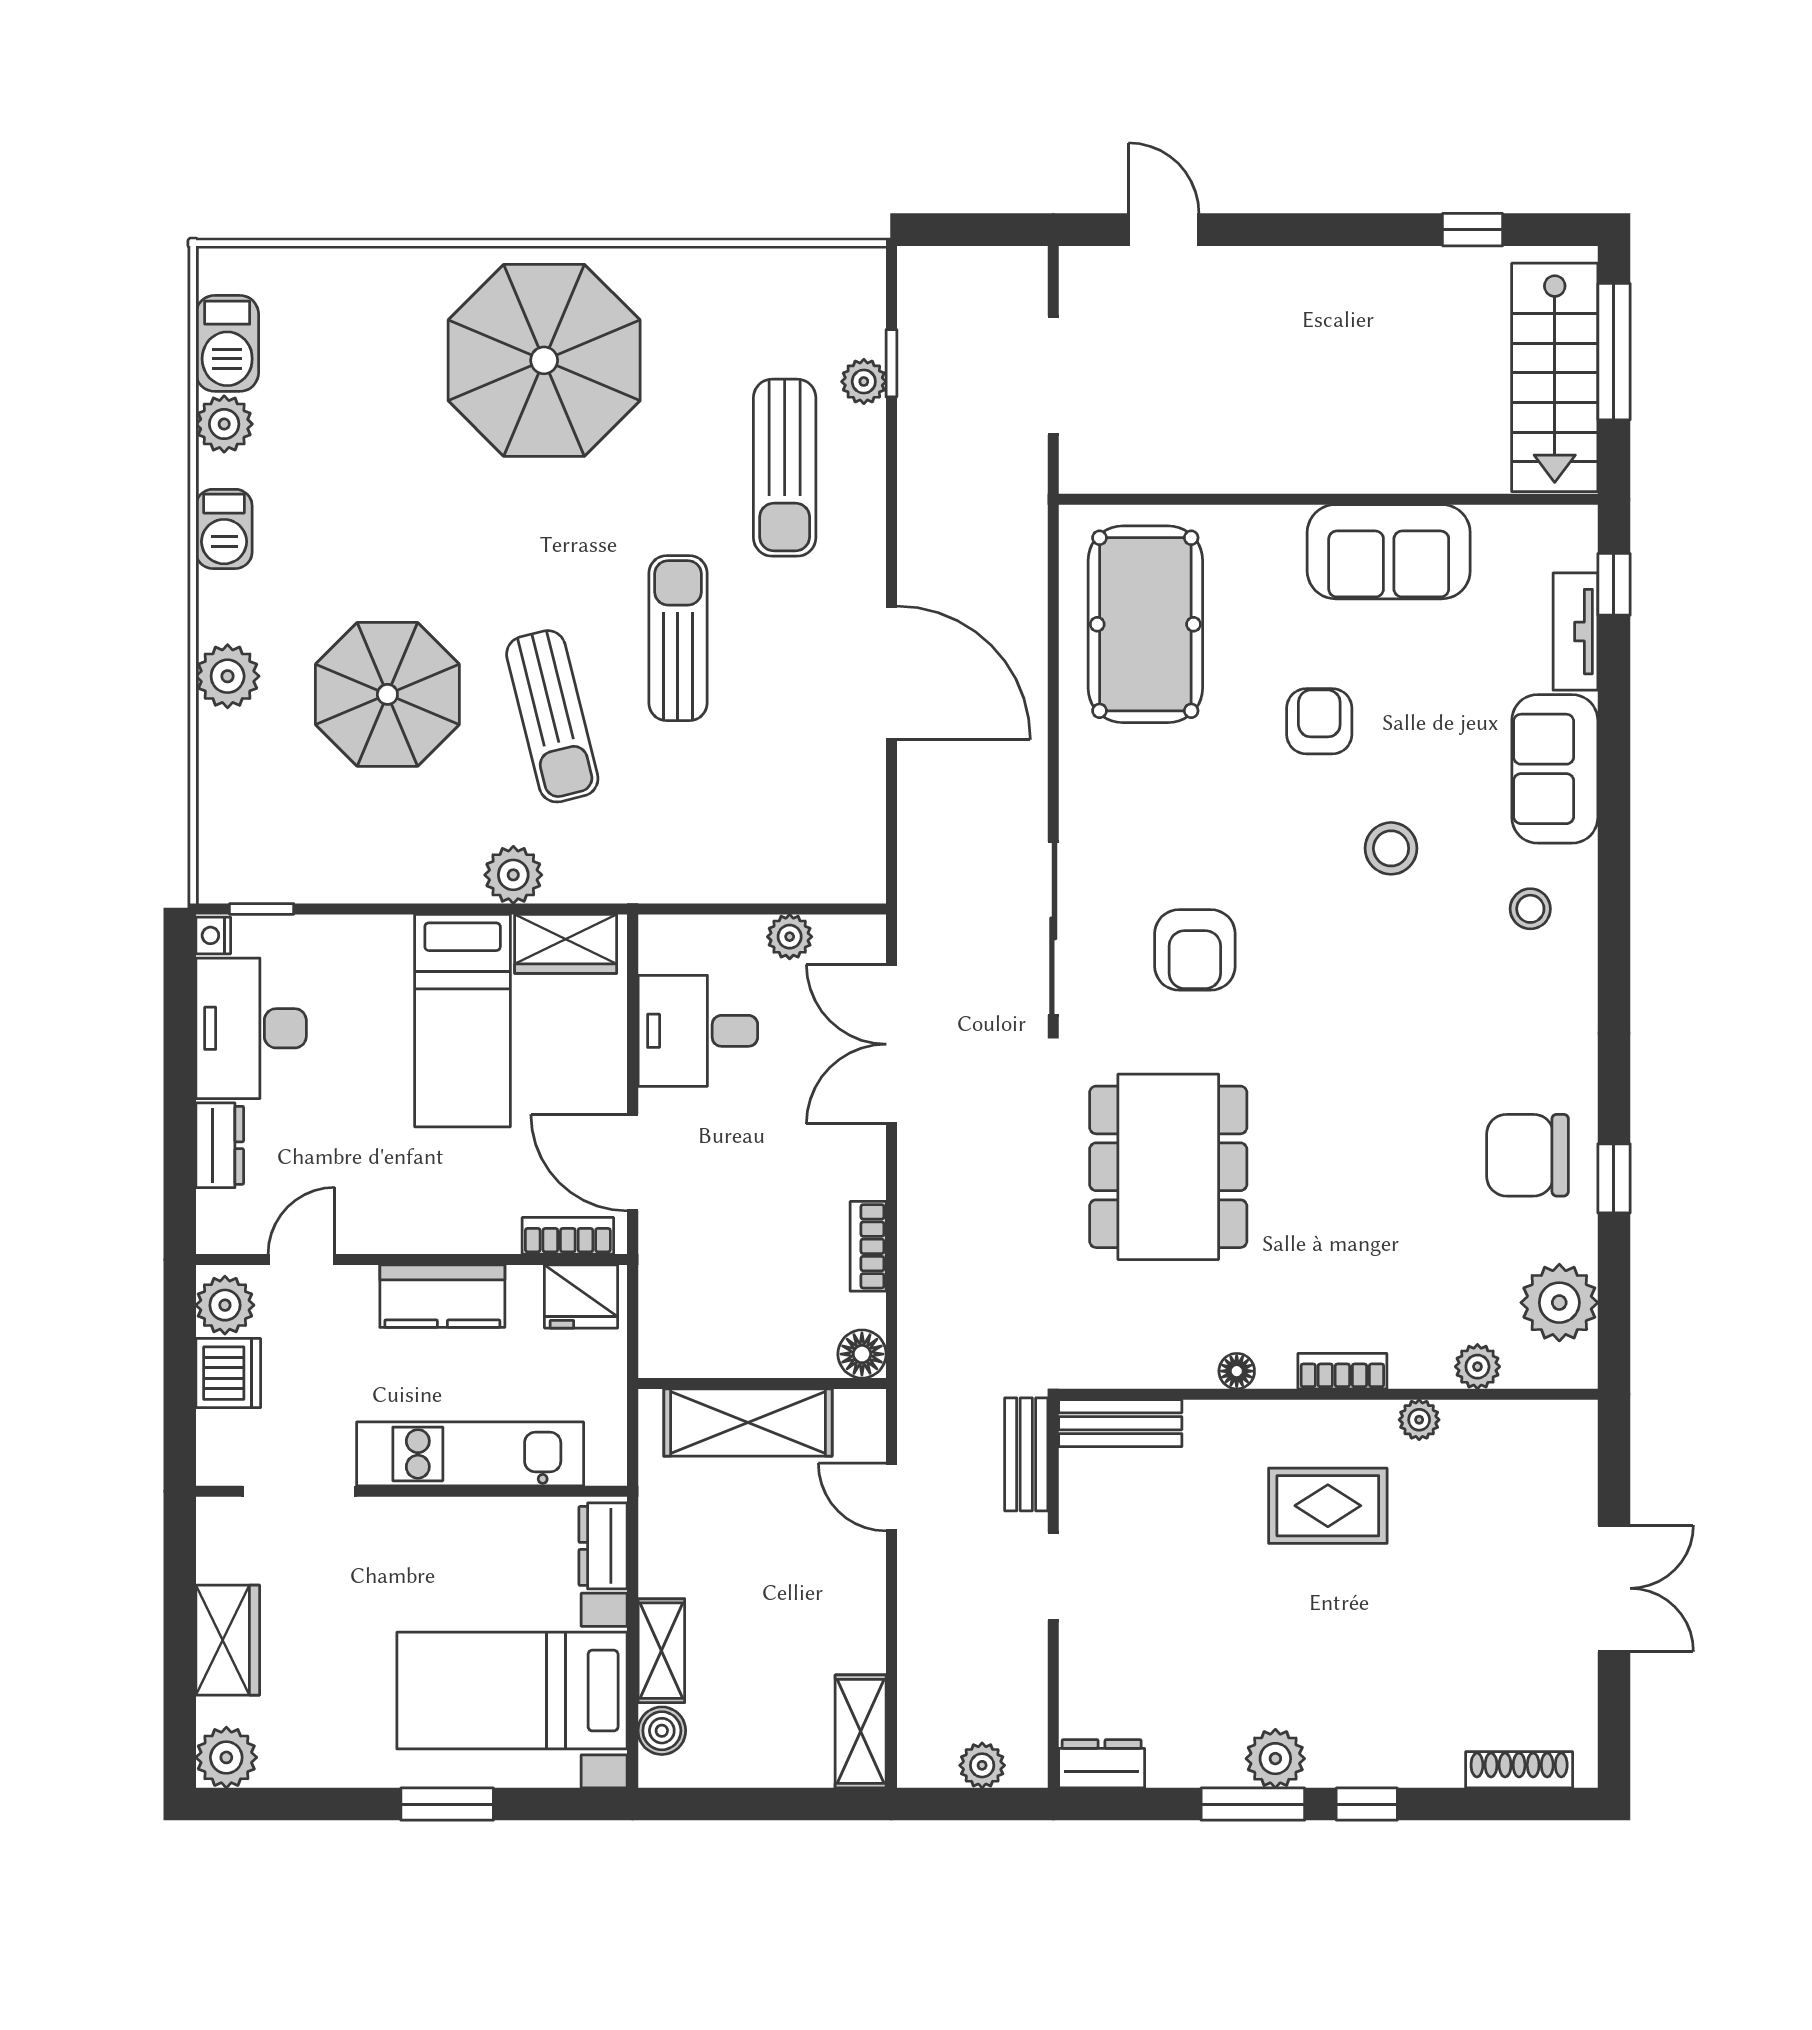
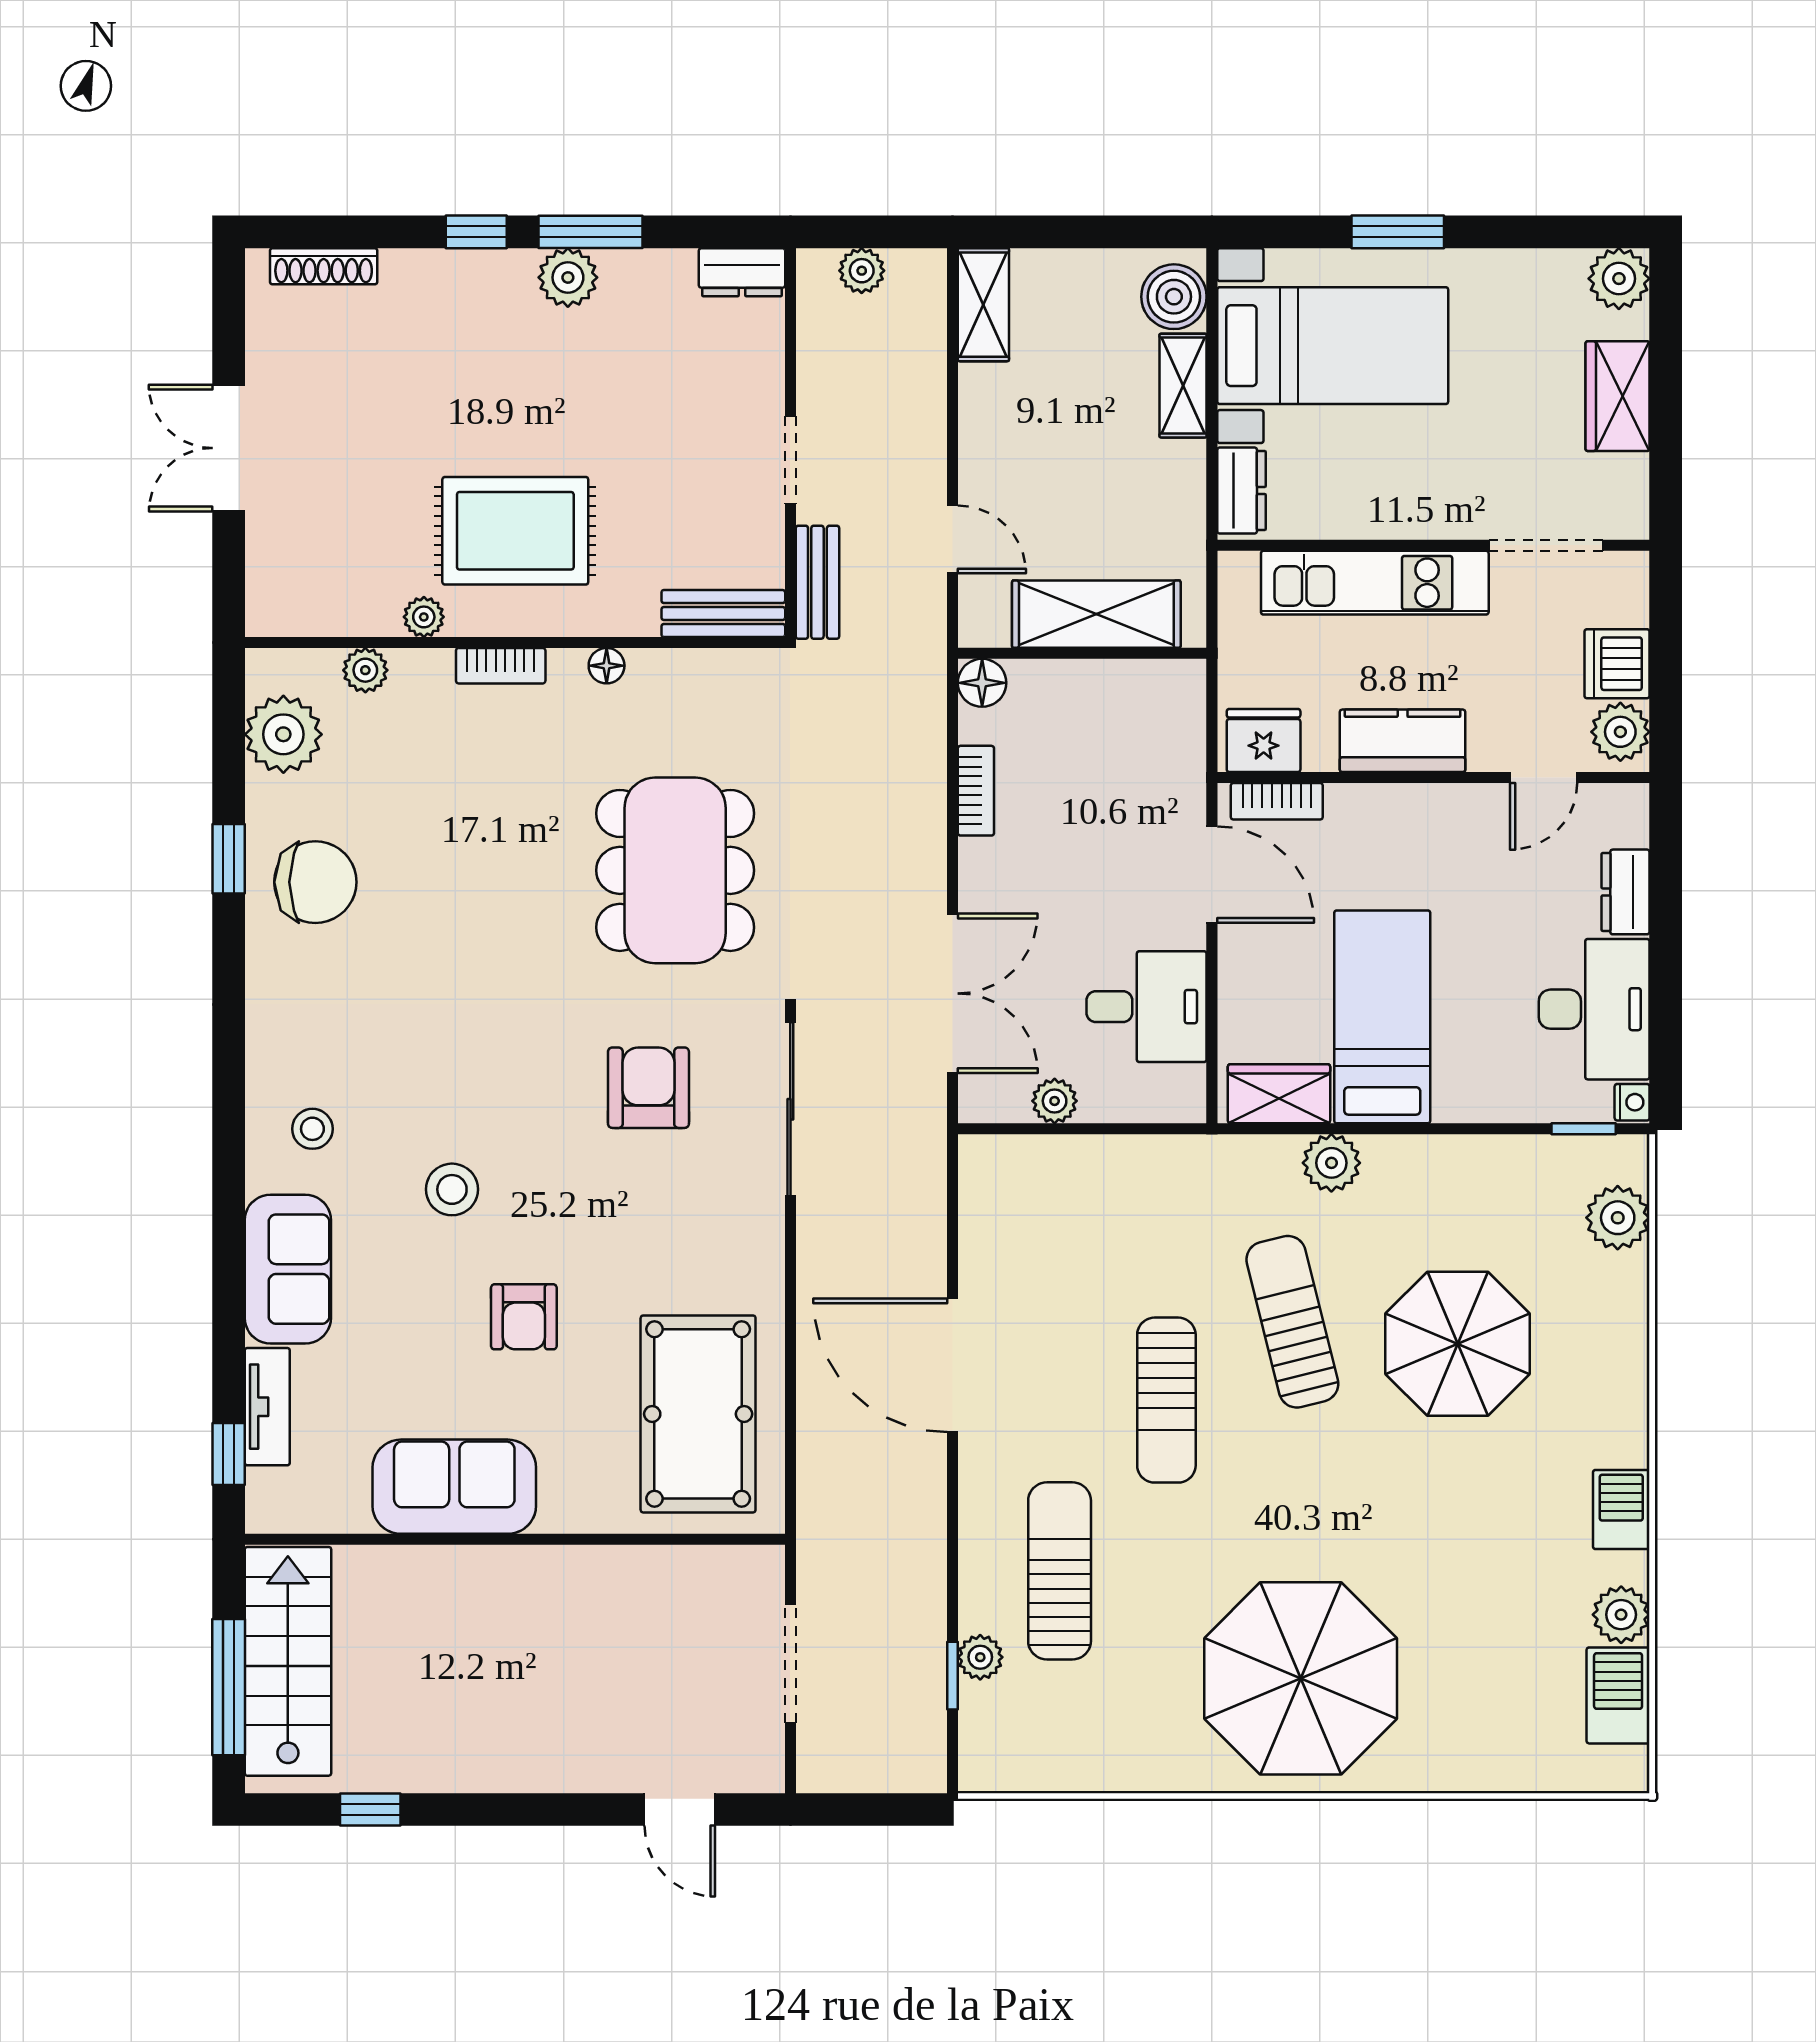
plant: (228, 676) -> (1618, 1218), moved
rug: (1328, 1506) -> (515, 531), width x1.36, depth x1.43
boiler: (662, 1731) -> (1174, 297), width x1.36, depth x1.36

